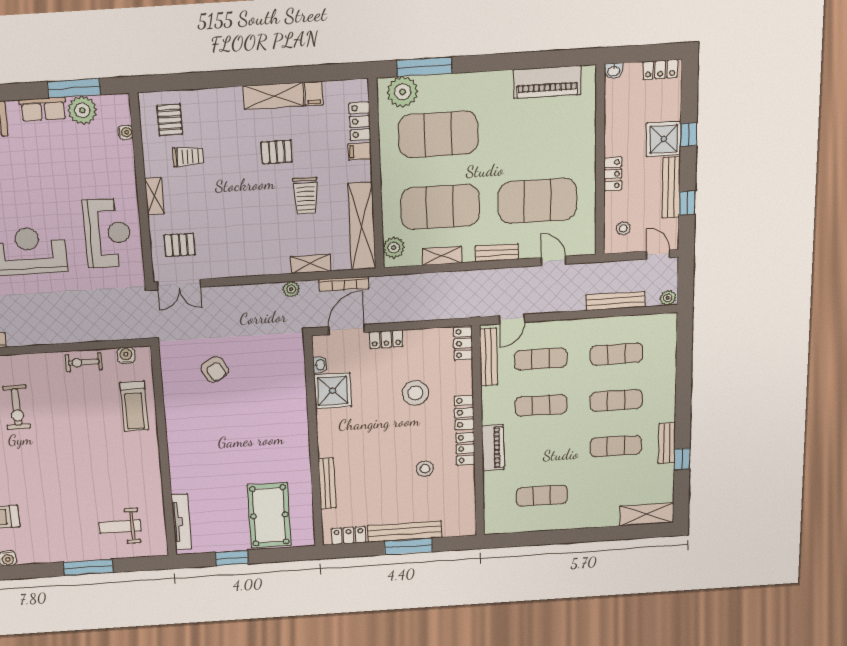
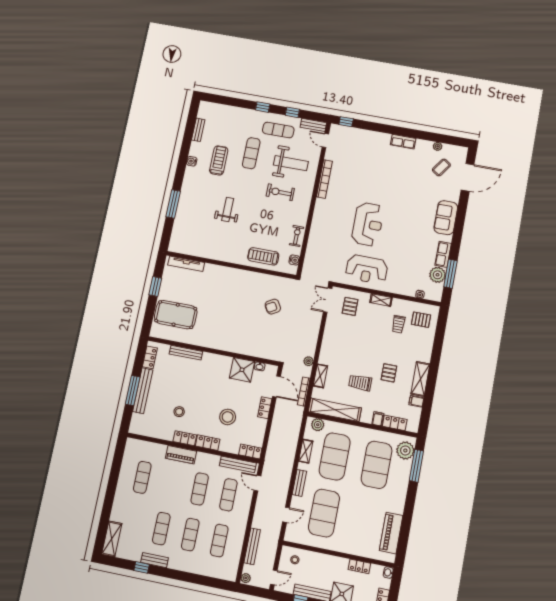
locker: (613, 174) -> (359, 566), moved
weight bench: (120, 527) -> (228, 209), moved

